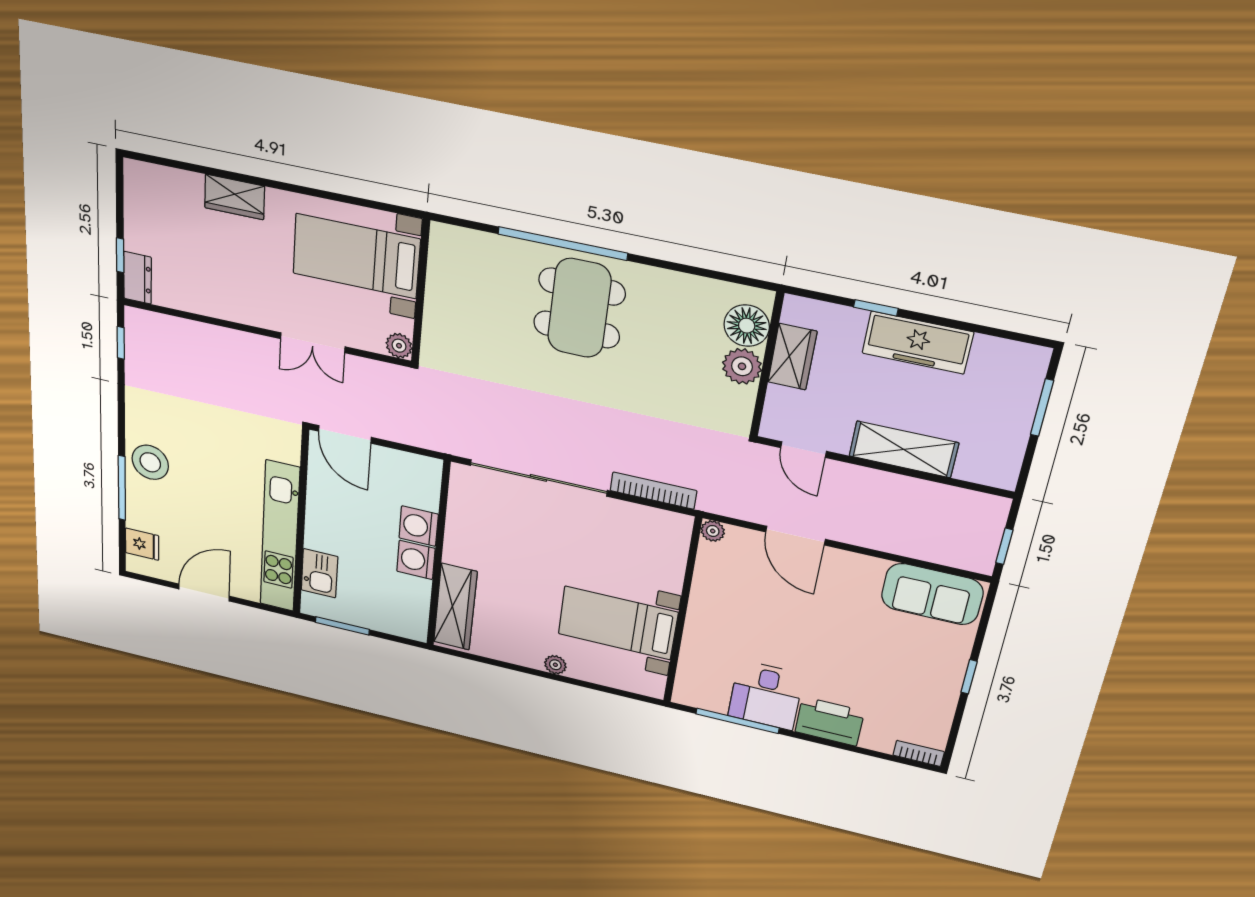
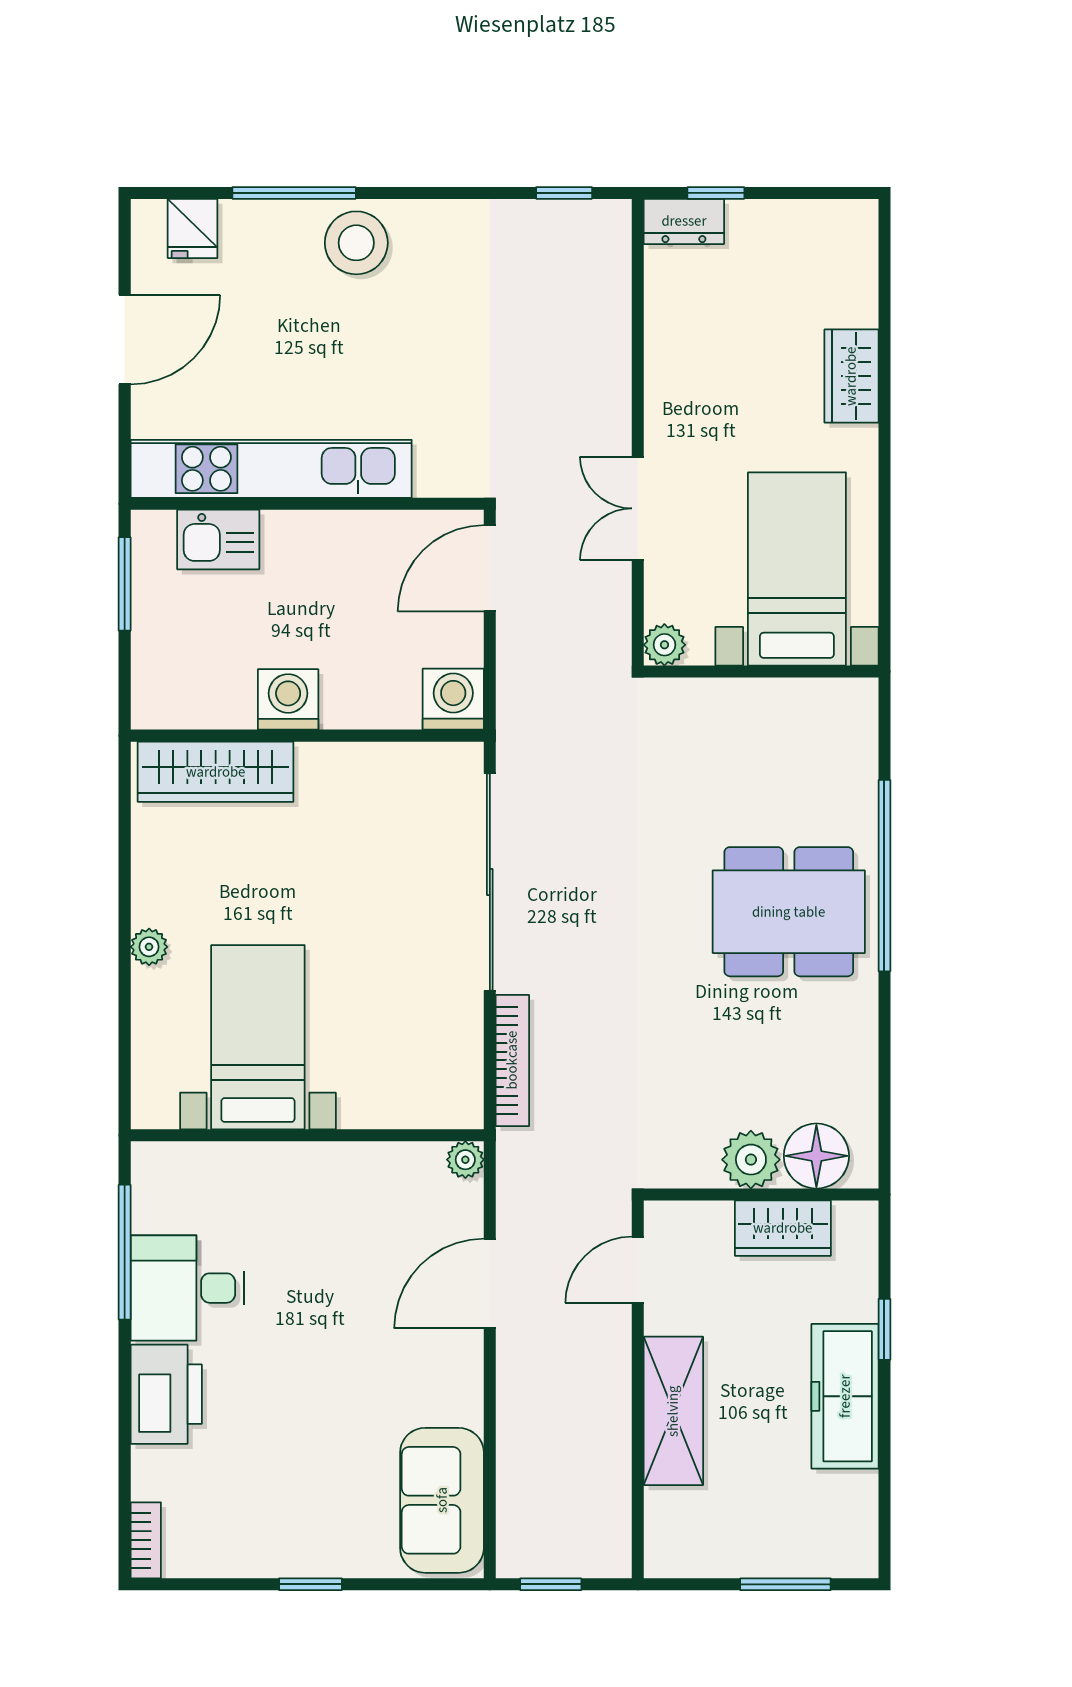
washing machine: (419, 526) -> (453, 699), moved
door: (204, 593) -> (125, 340), hinge flipped

